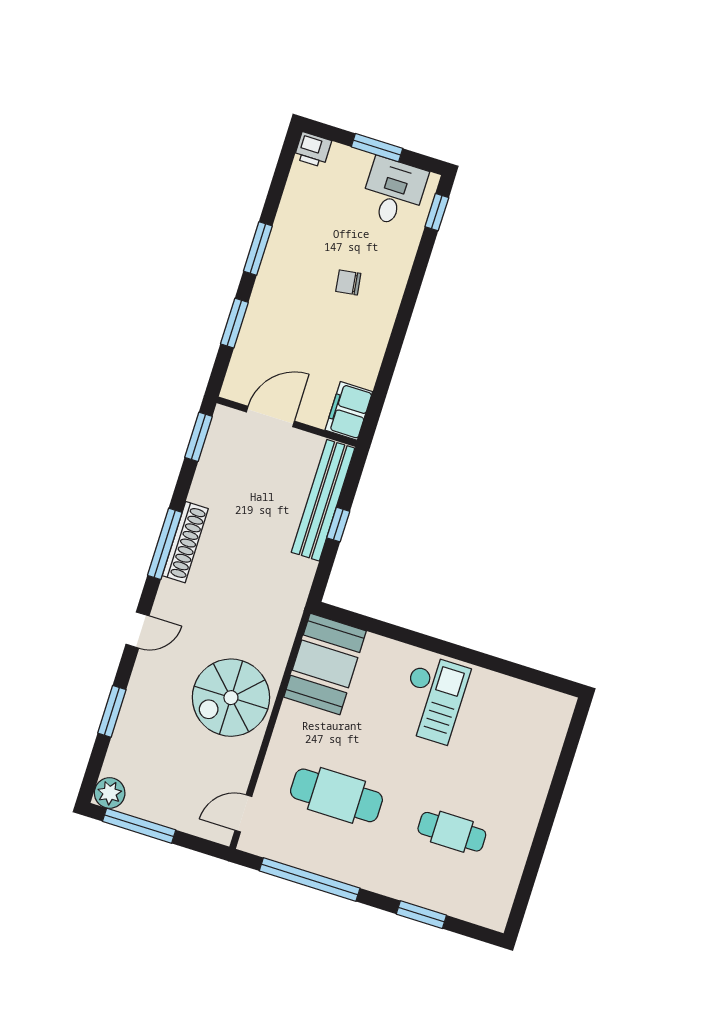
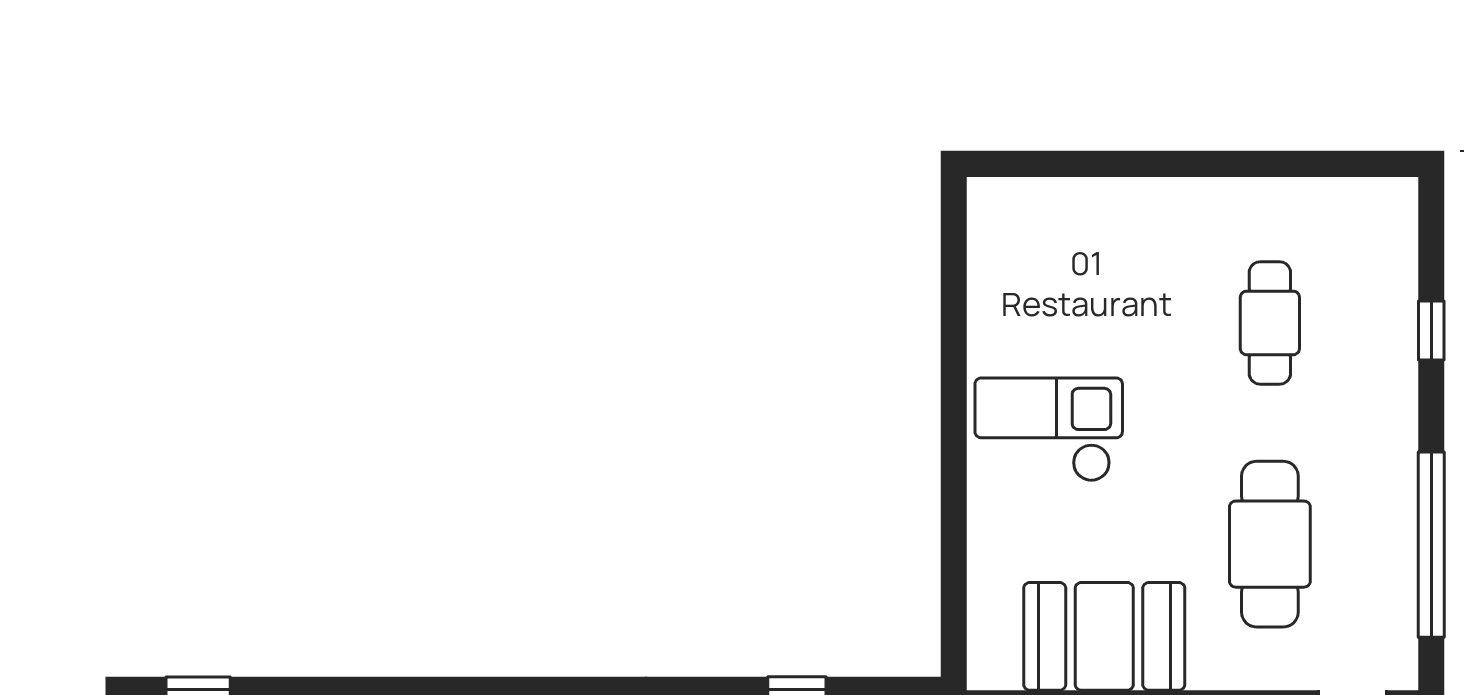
booth: (325, 664) -> (1104, 636), moved
window: (421, 915) -> (1431, 330), width x0.67

